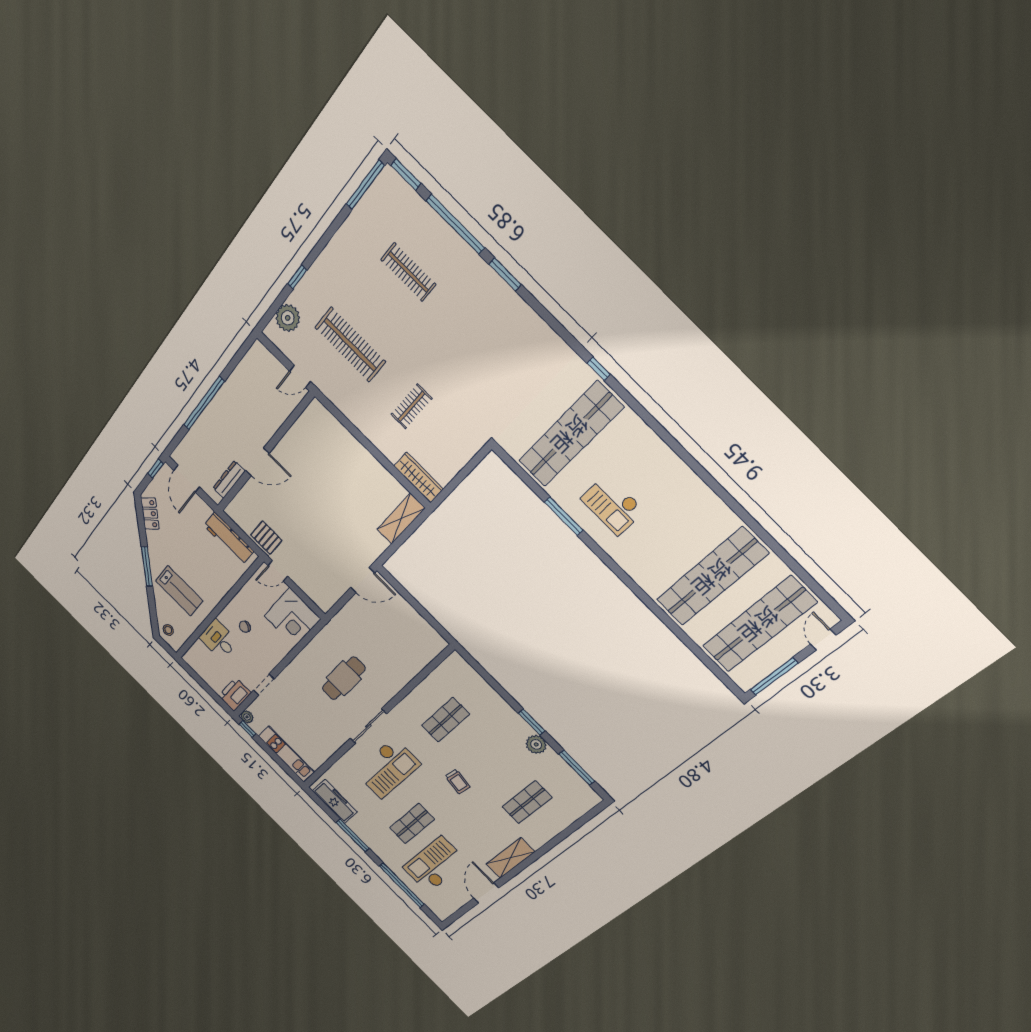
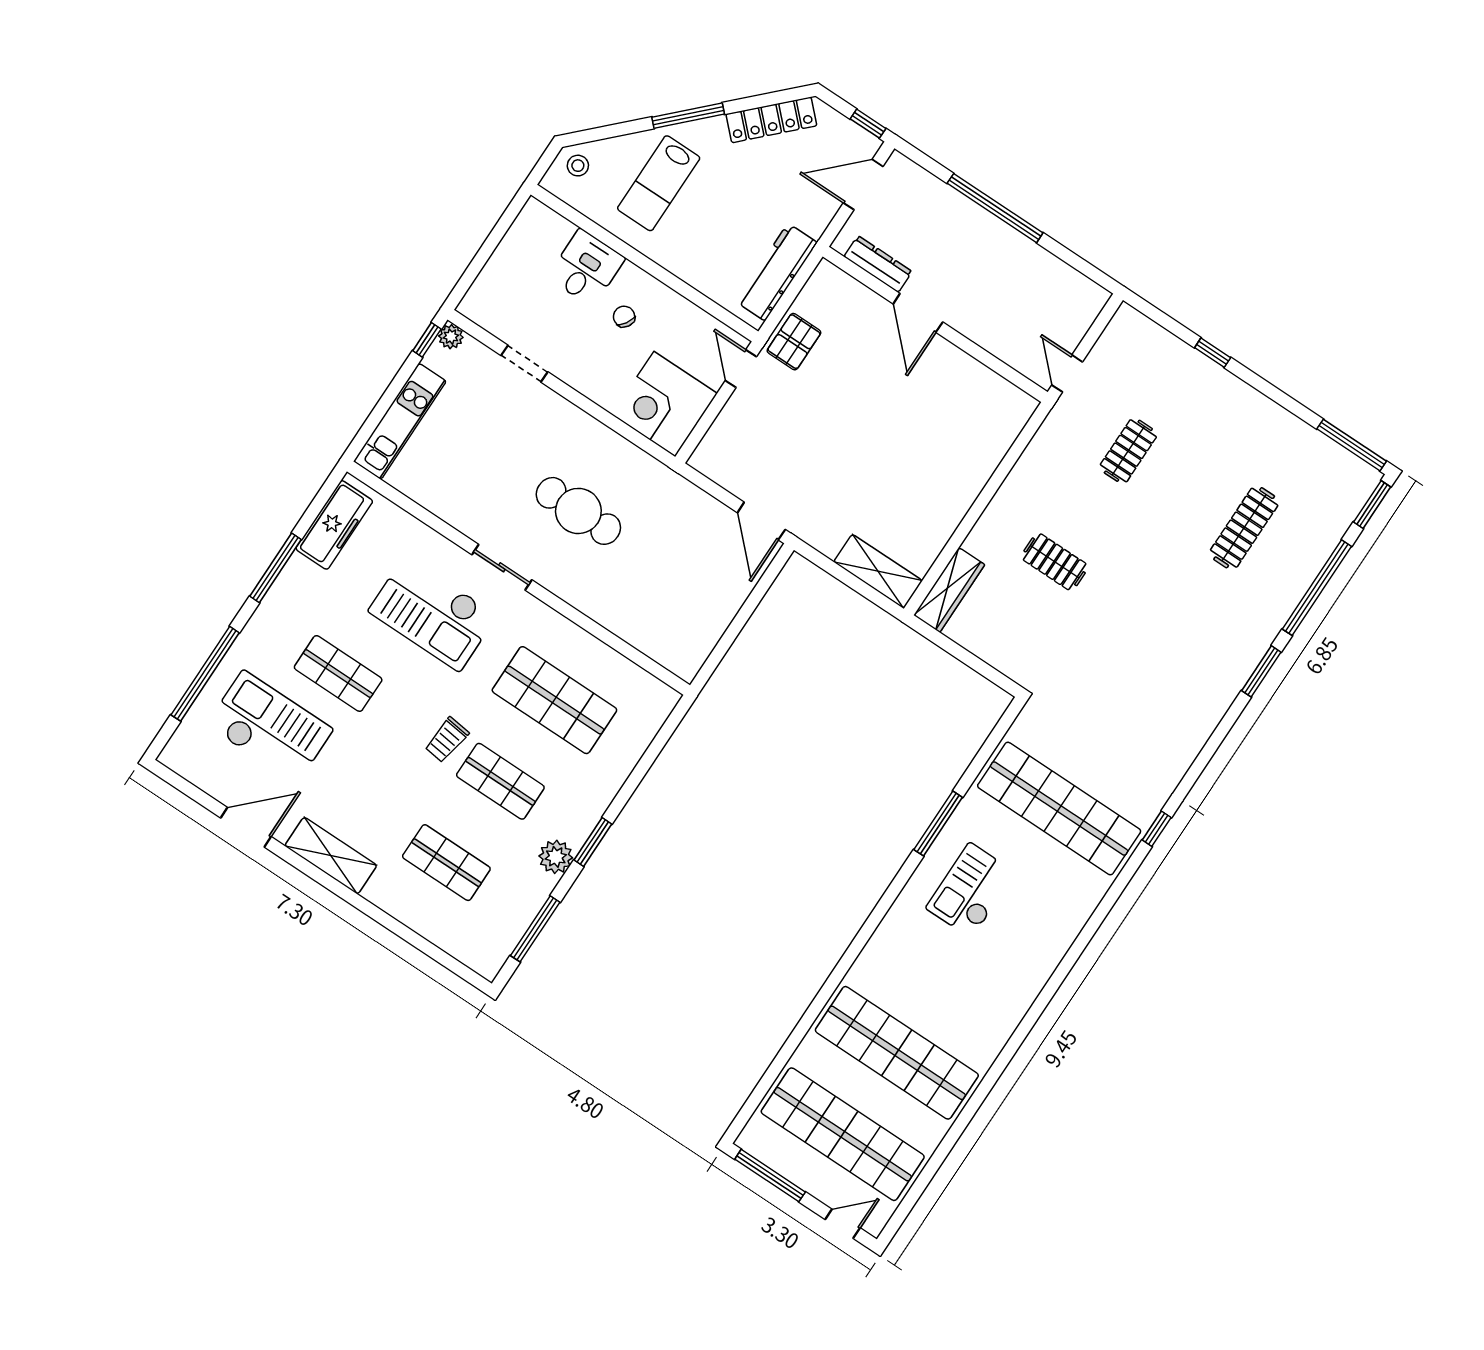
plant: (288, 318) -> (1151, 343), removed
clothes rail: (350, 345) -> (1128, 451), width x0.54, depth x0.76
locker: (150, 514) -> (771, 120), width x1.53
printer: (235, 694) -> (489, 309), removed
shop shelf: (445, 720) -> (554, 700), width x1.43, depth x1.36
sliding door: (368, 726) -> (502, 567), width x0.73
shop shelf: (486, 761) -> (500, 781), added

